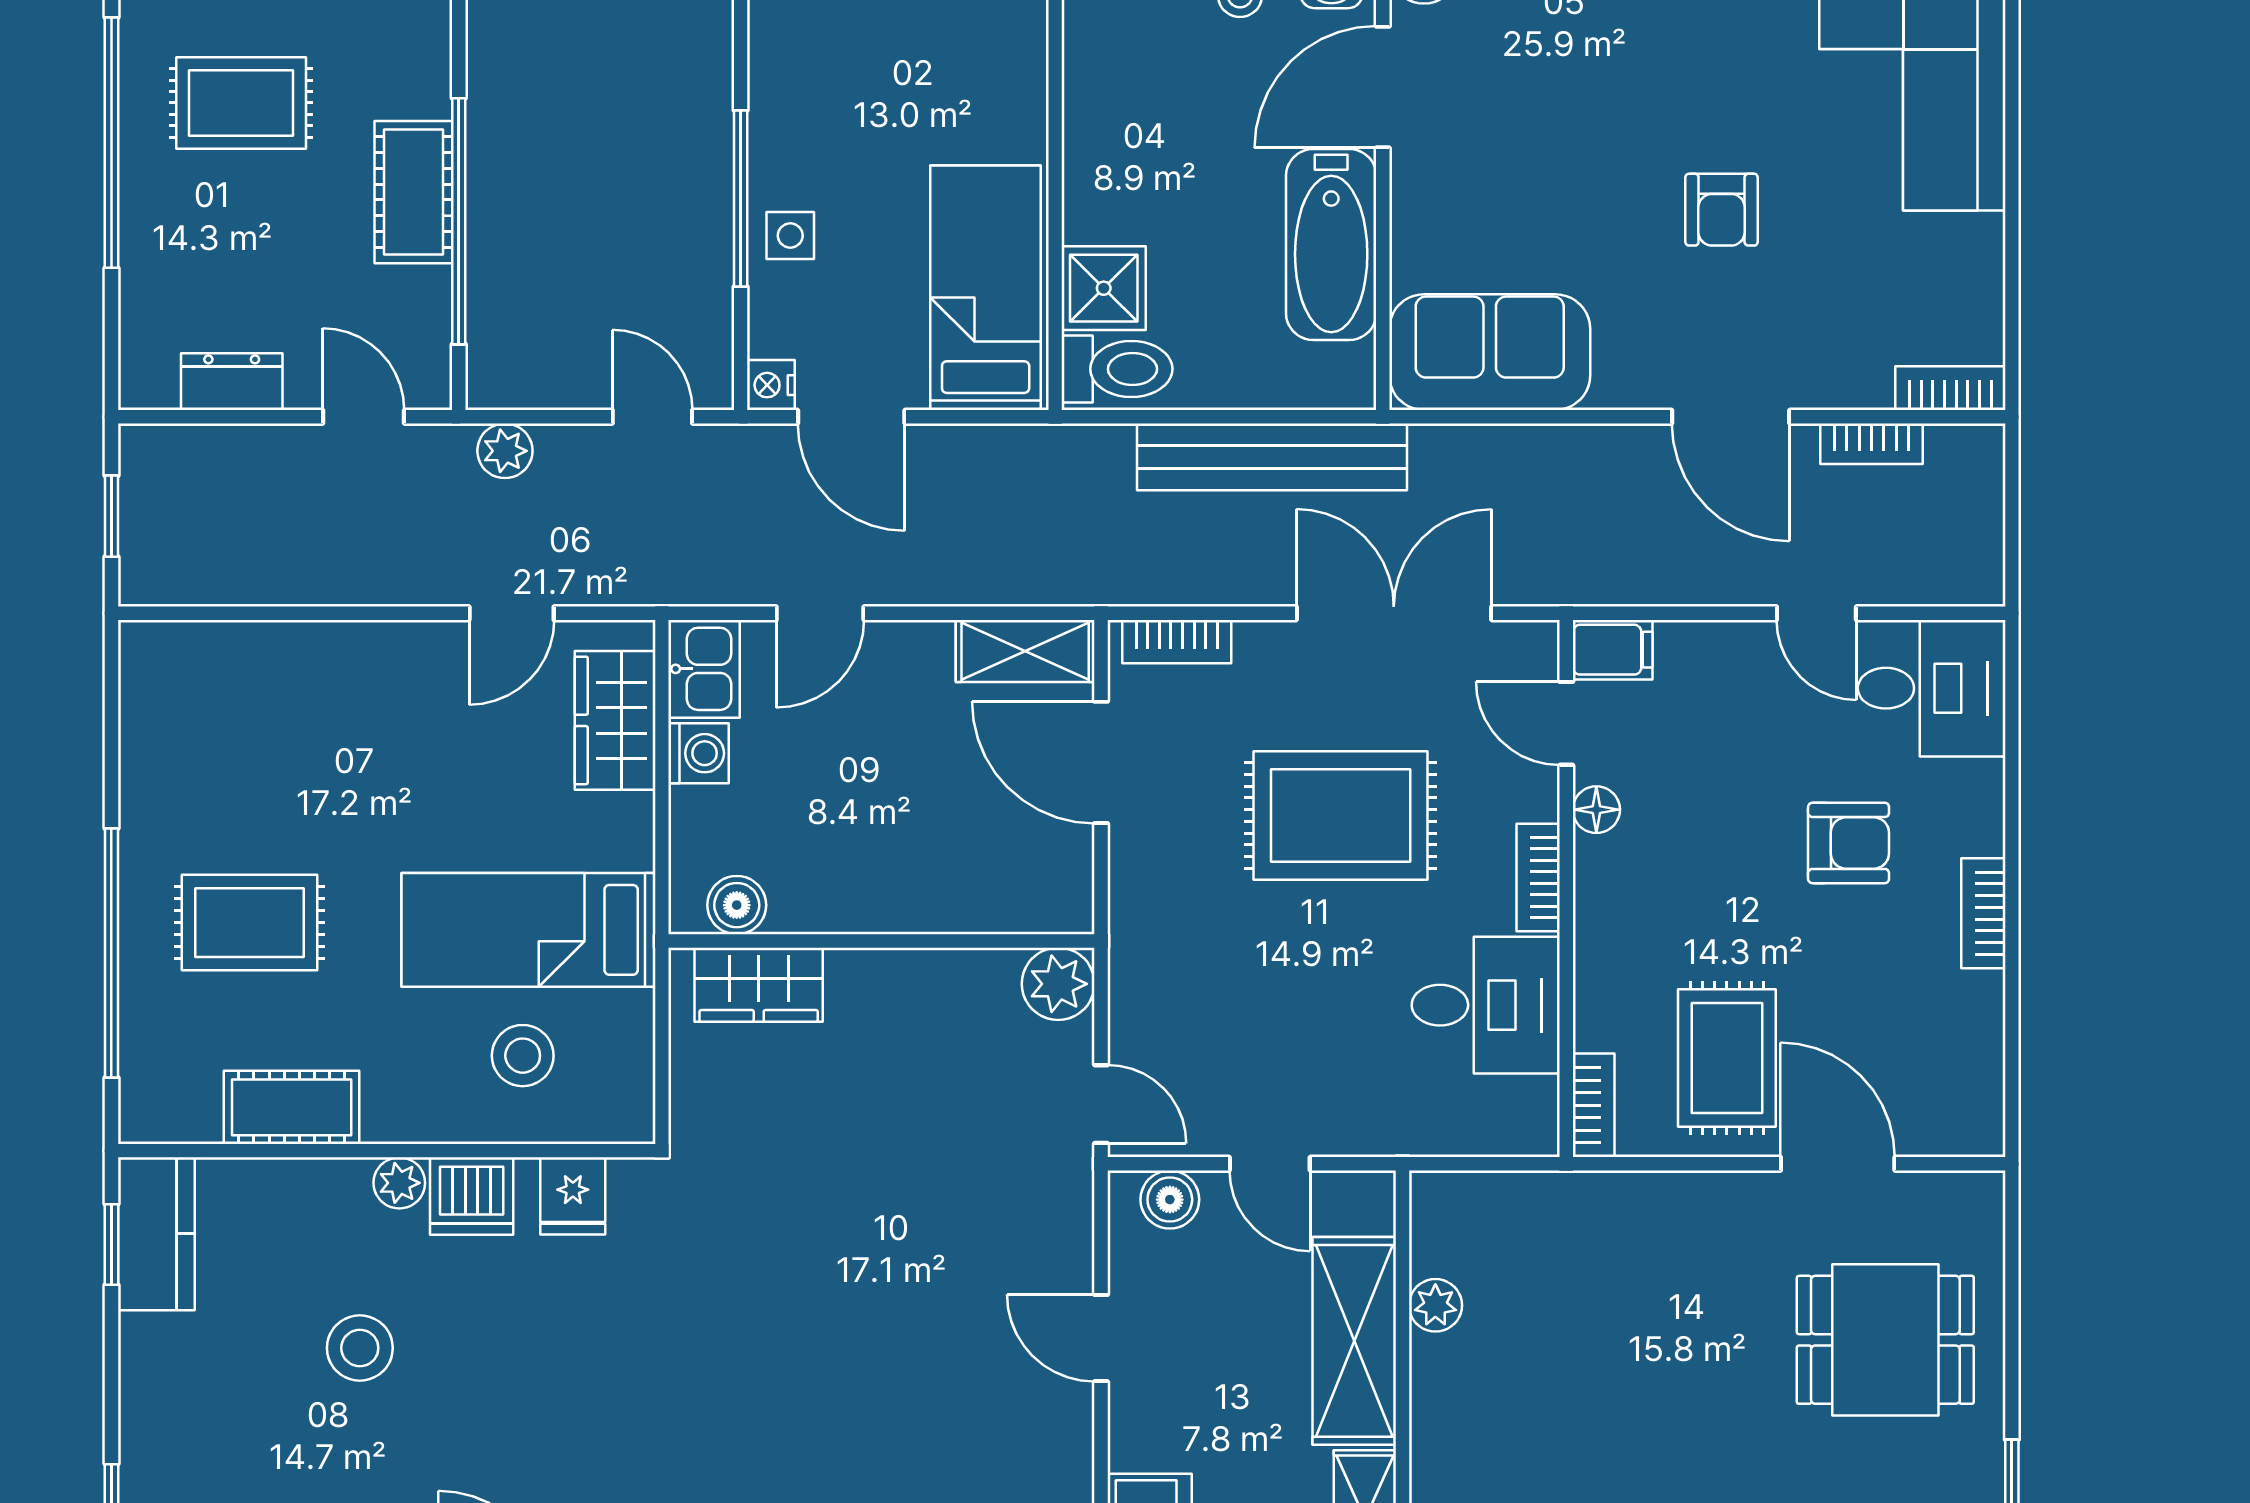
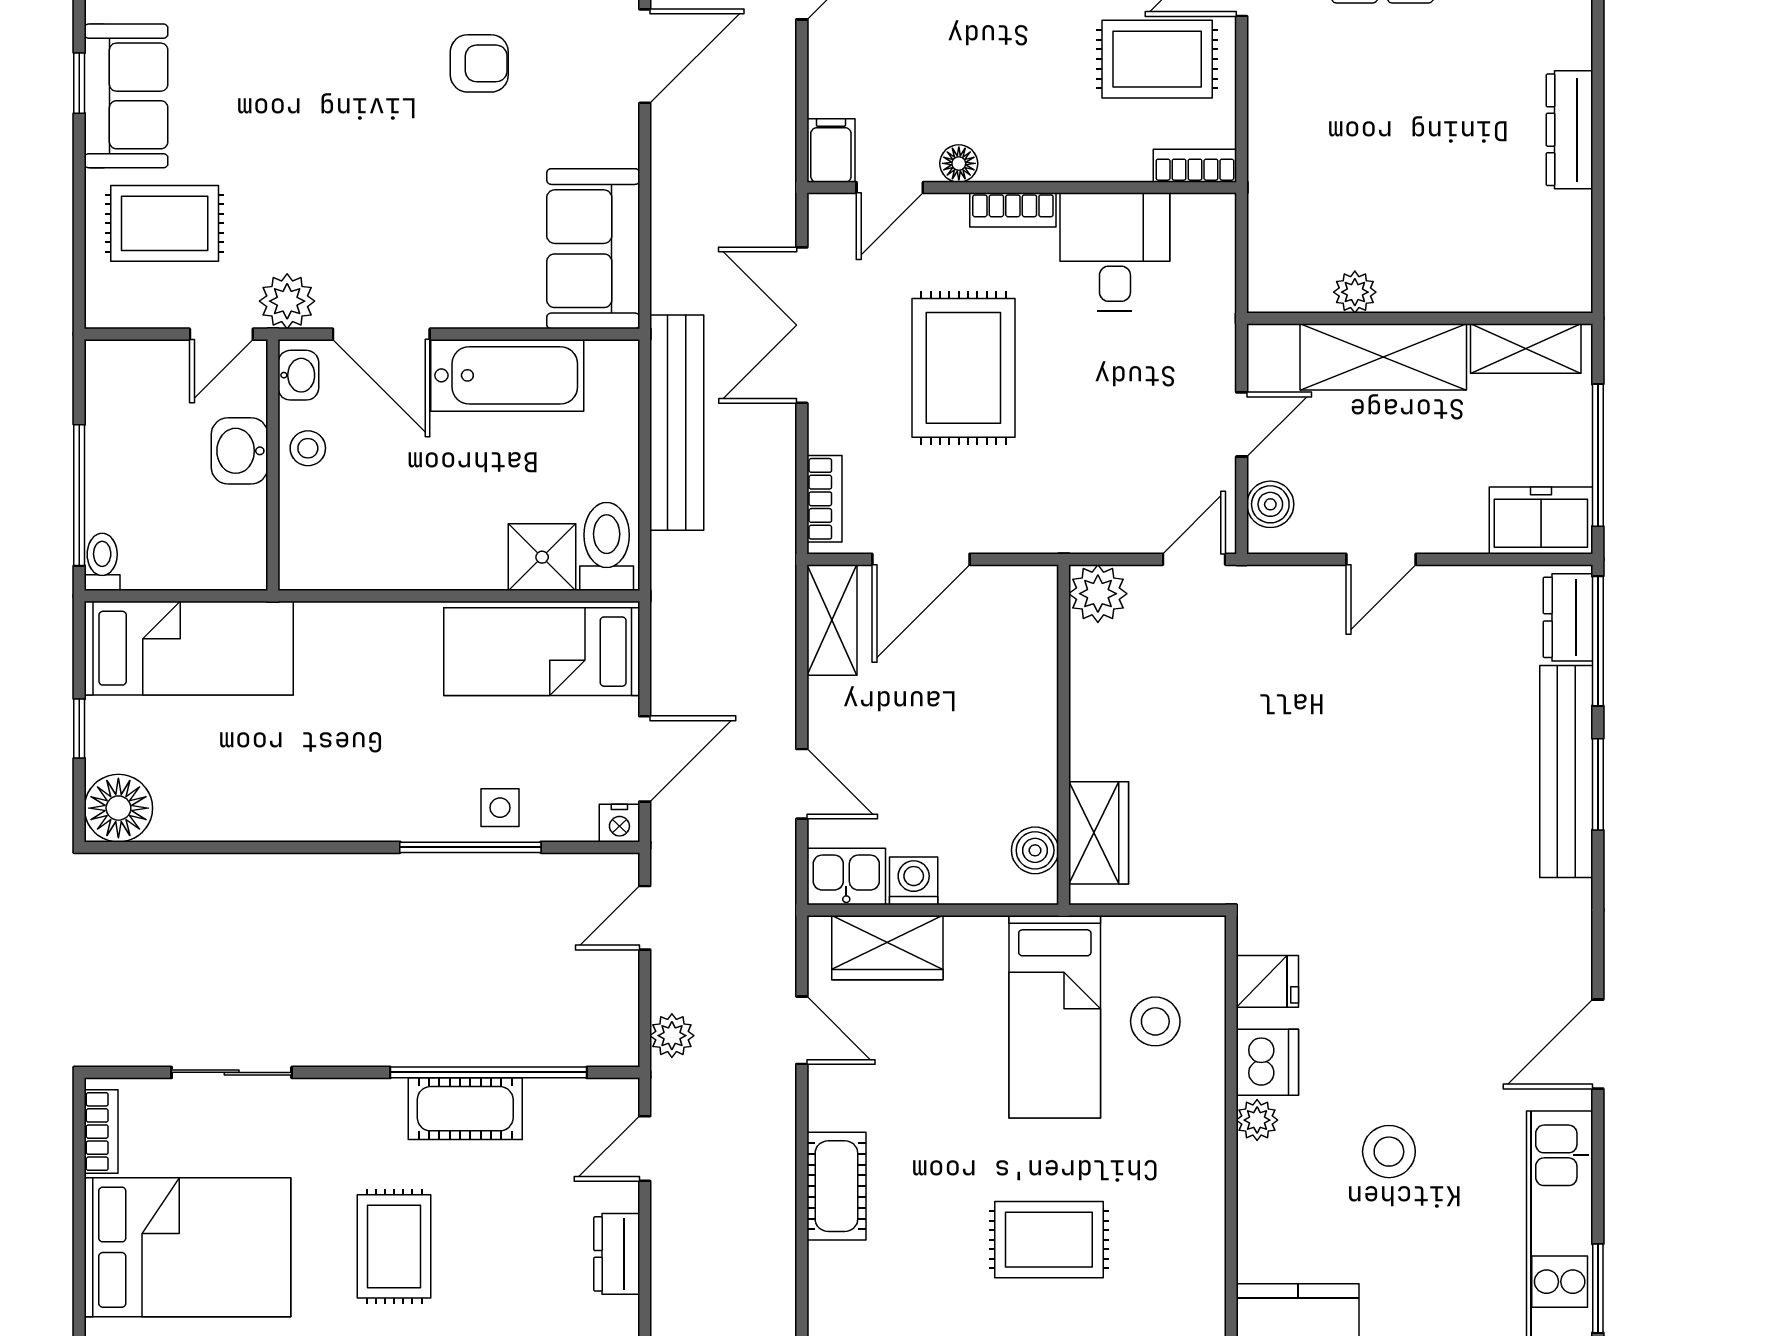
rug: (250, 923) -> (1049, 1240), turned 90
cot: (292, 1107) -> (836, 1186), moved

